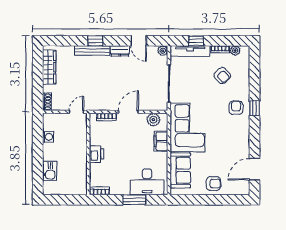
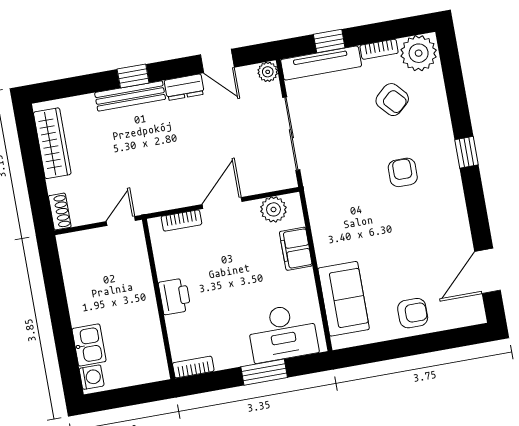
plant: (235, 50) -> (419, 53), width x1.87, depth x1.87
armchair: (236, 108) -> (403, 172), moved
corner sofa: (188, 127) -> (343, 213), removed
washing machine: (48, 137) -> (92, 377), moved

